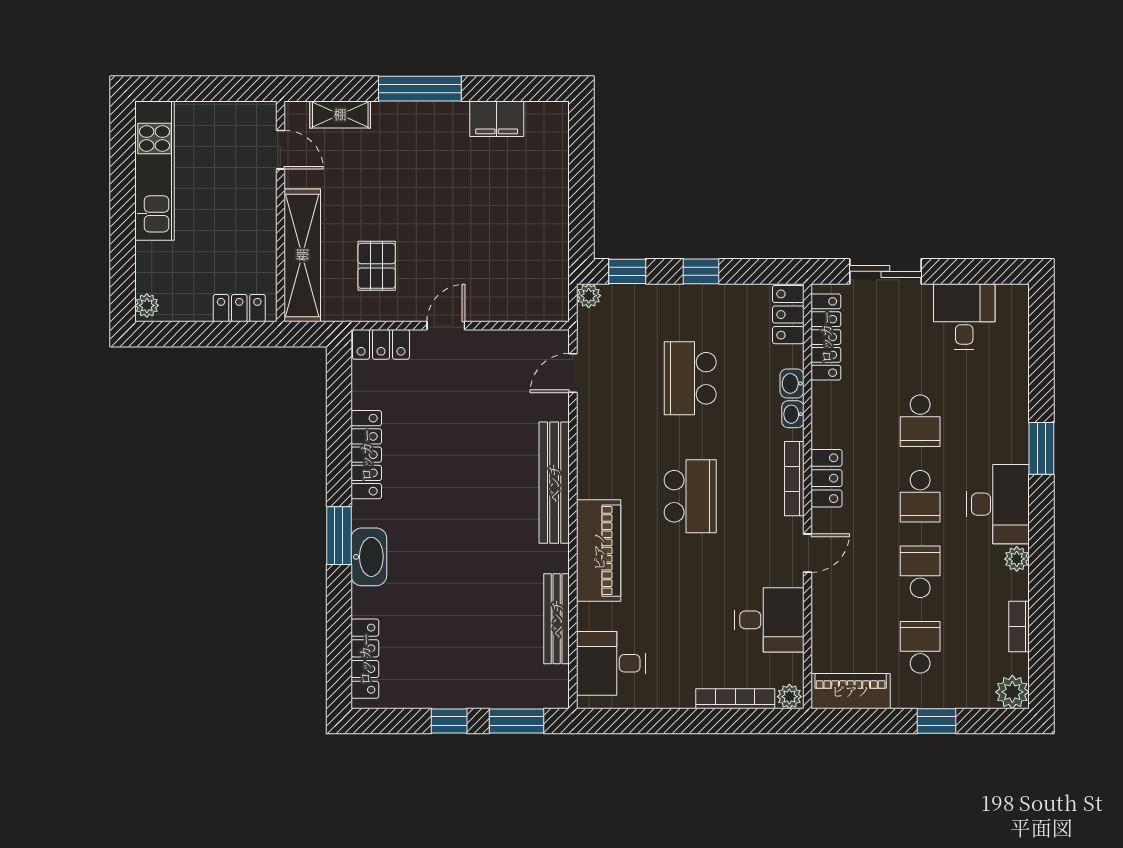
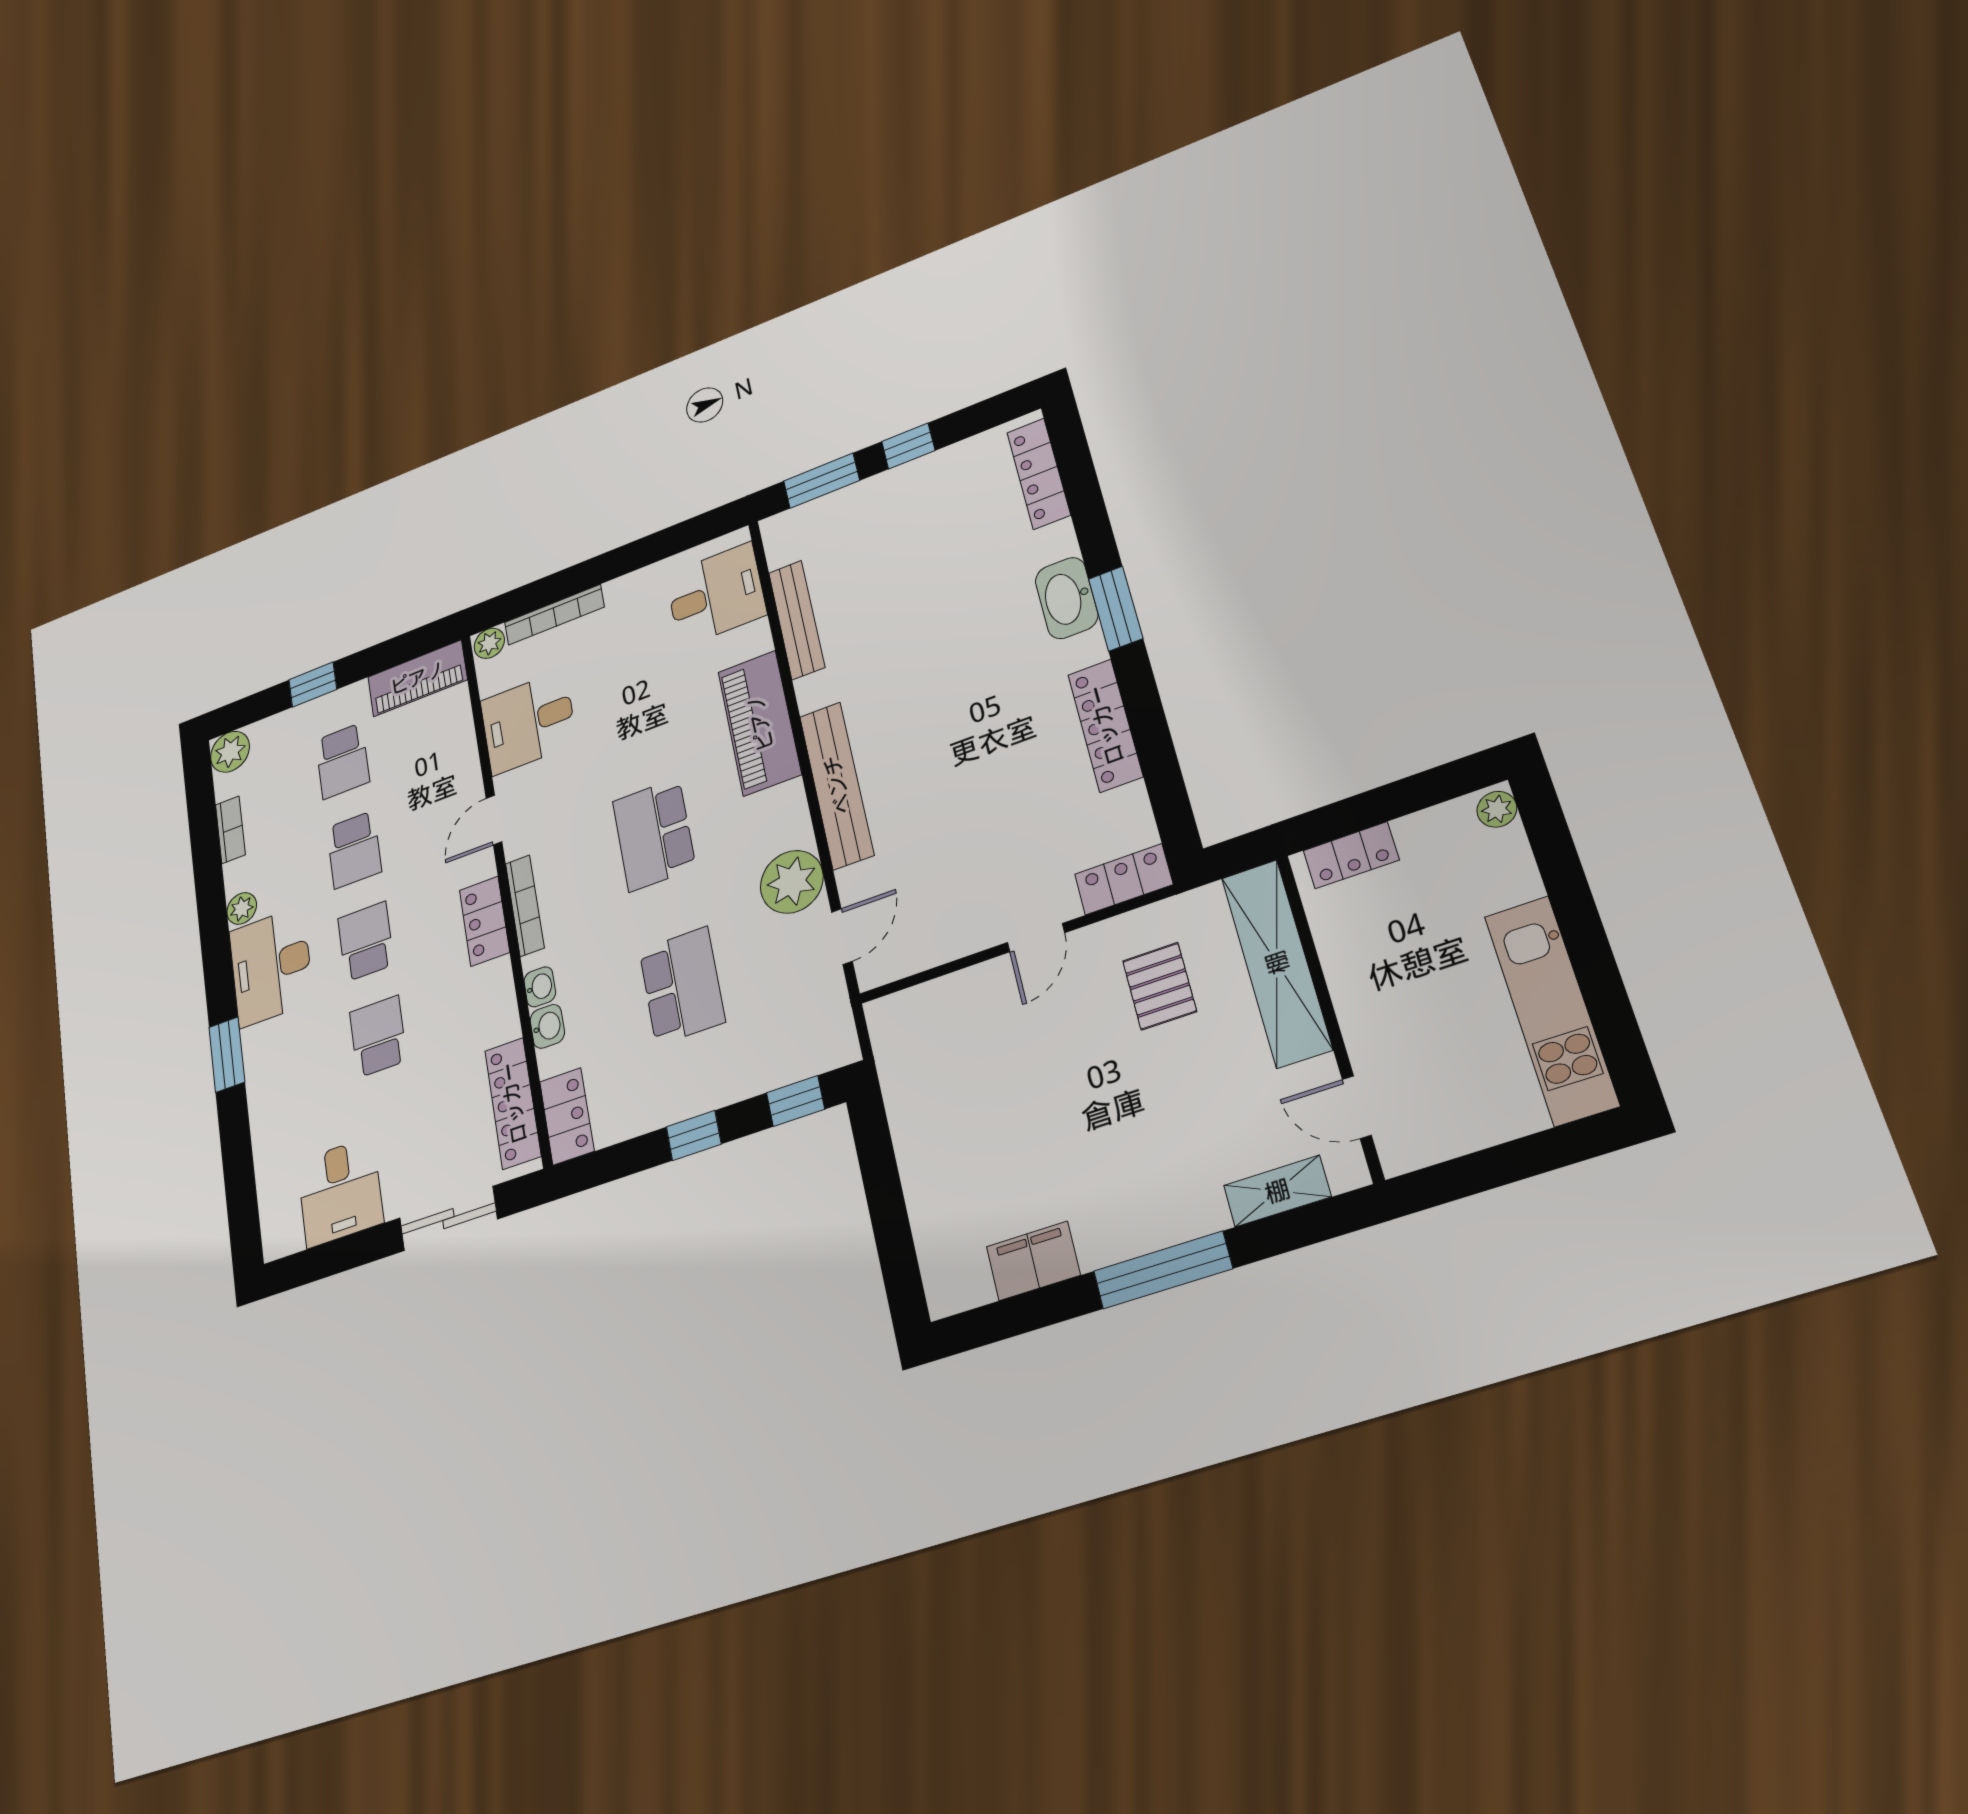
plant: (589, 296) -> (792, 882), moved, width x1.88, depth x1.88

